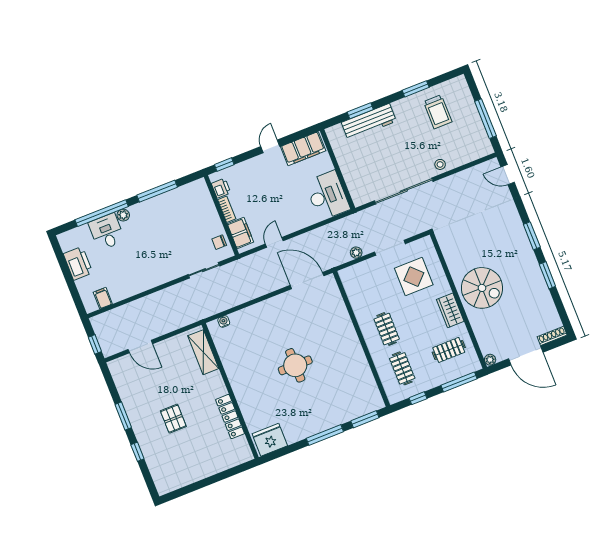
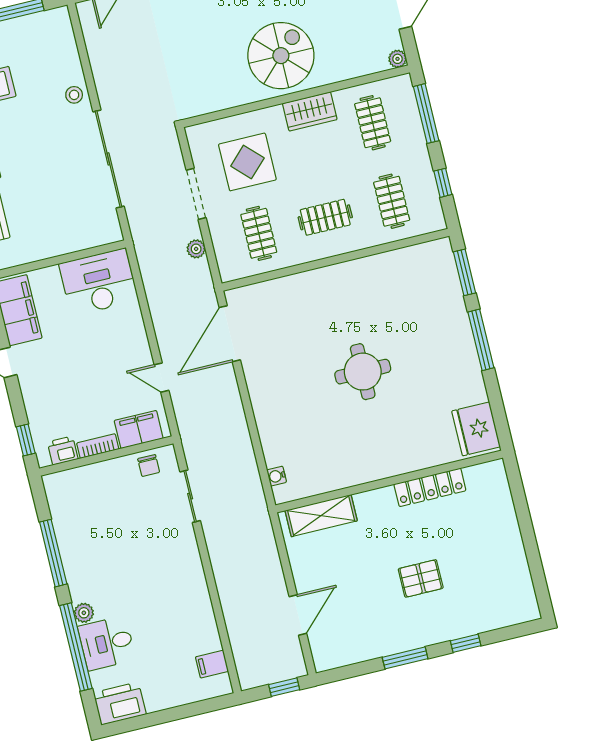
printer: (78, 263) -> (120, 703), moved
clothes rail: (371, 290) -> (259, 233), added
clothes rail: (402, 368) -> (392, 201), turned 90

